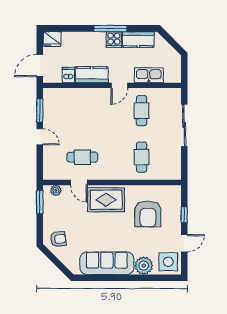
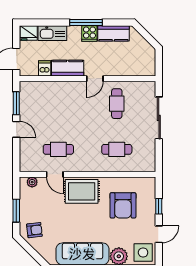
kitchen sink: (149, 75) -> (52, 33), moved, turned 180
cafe table: (142, 157) -> (117, 149), turned 90
window: (40, 202) -> (16, 211), moved

